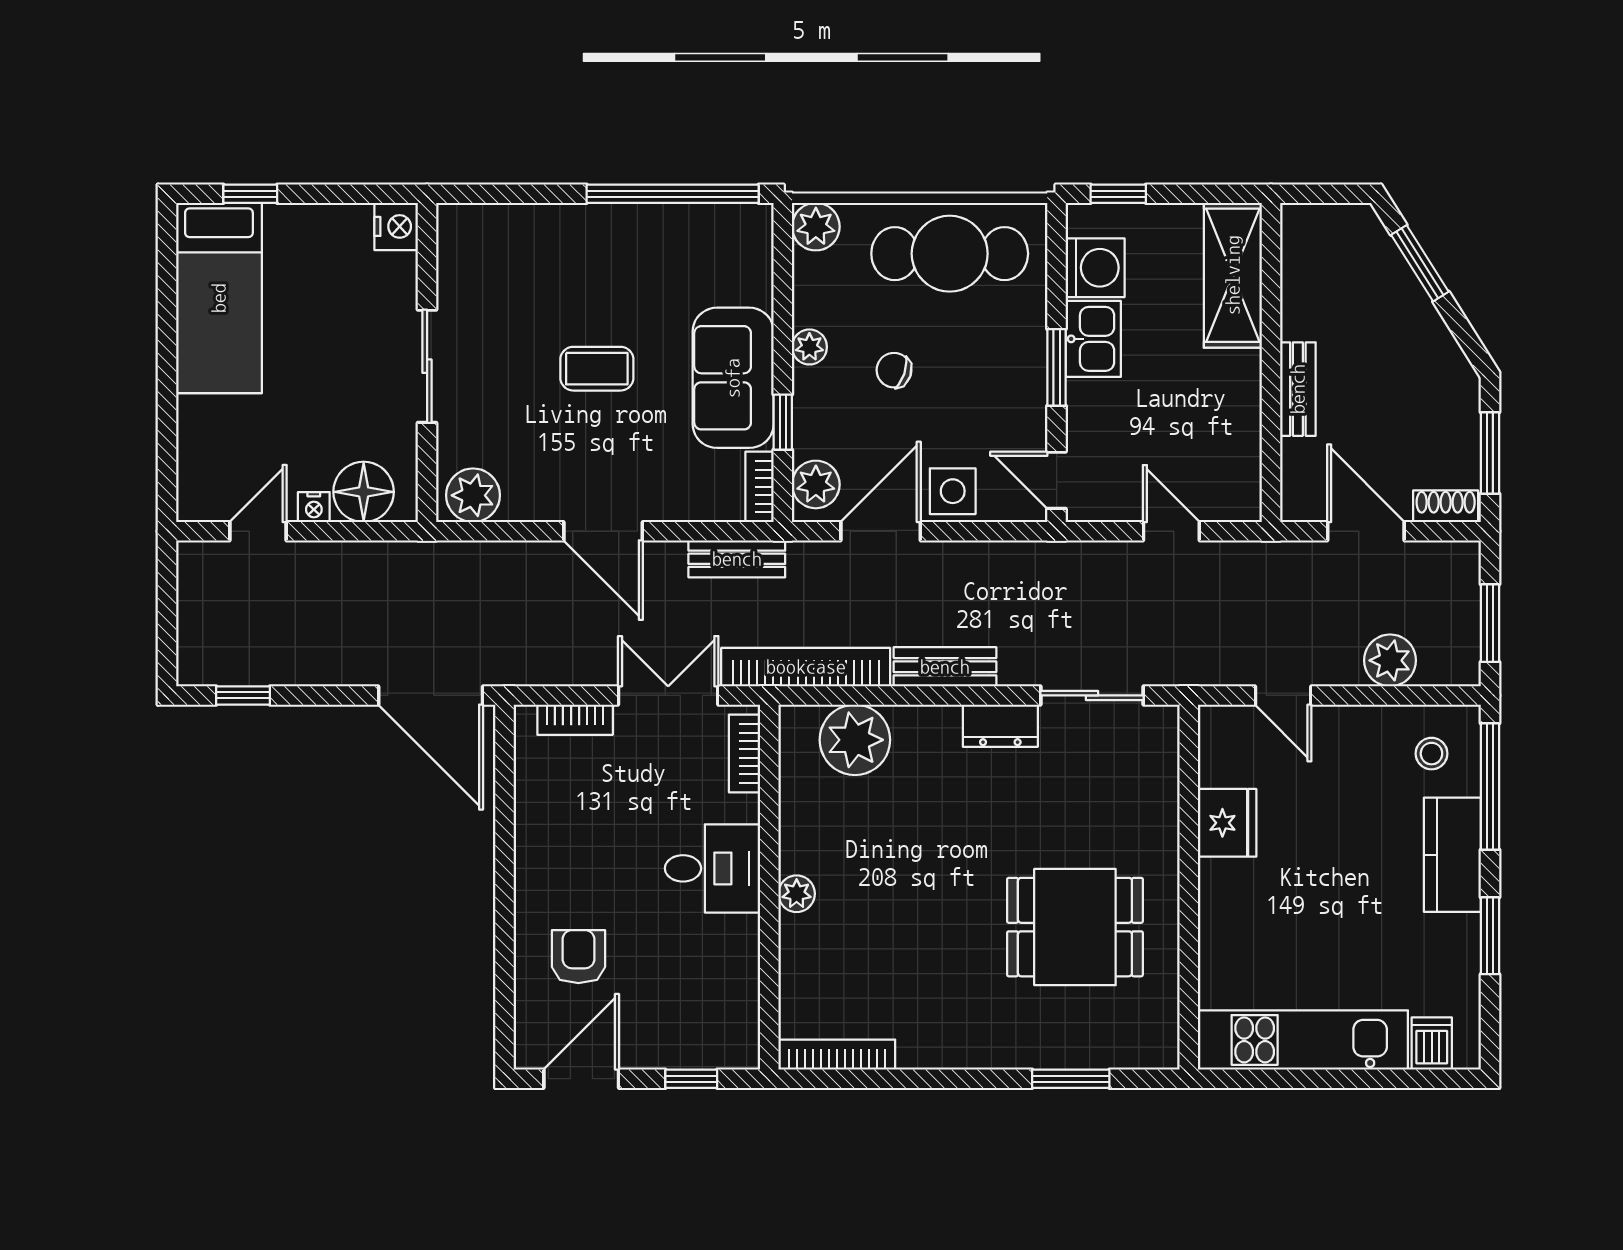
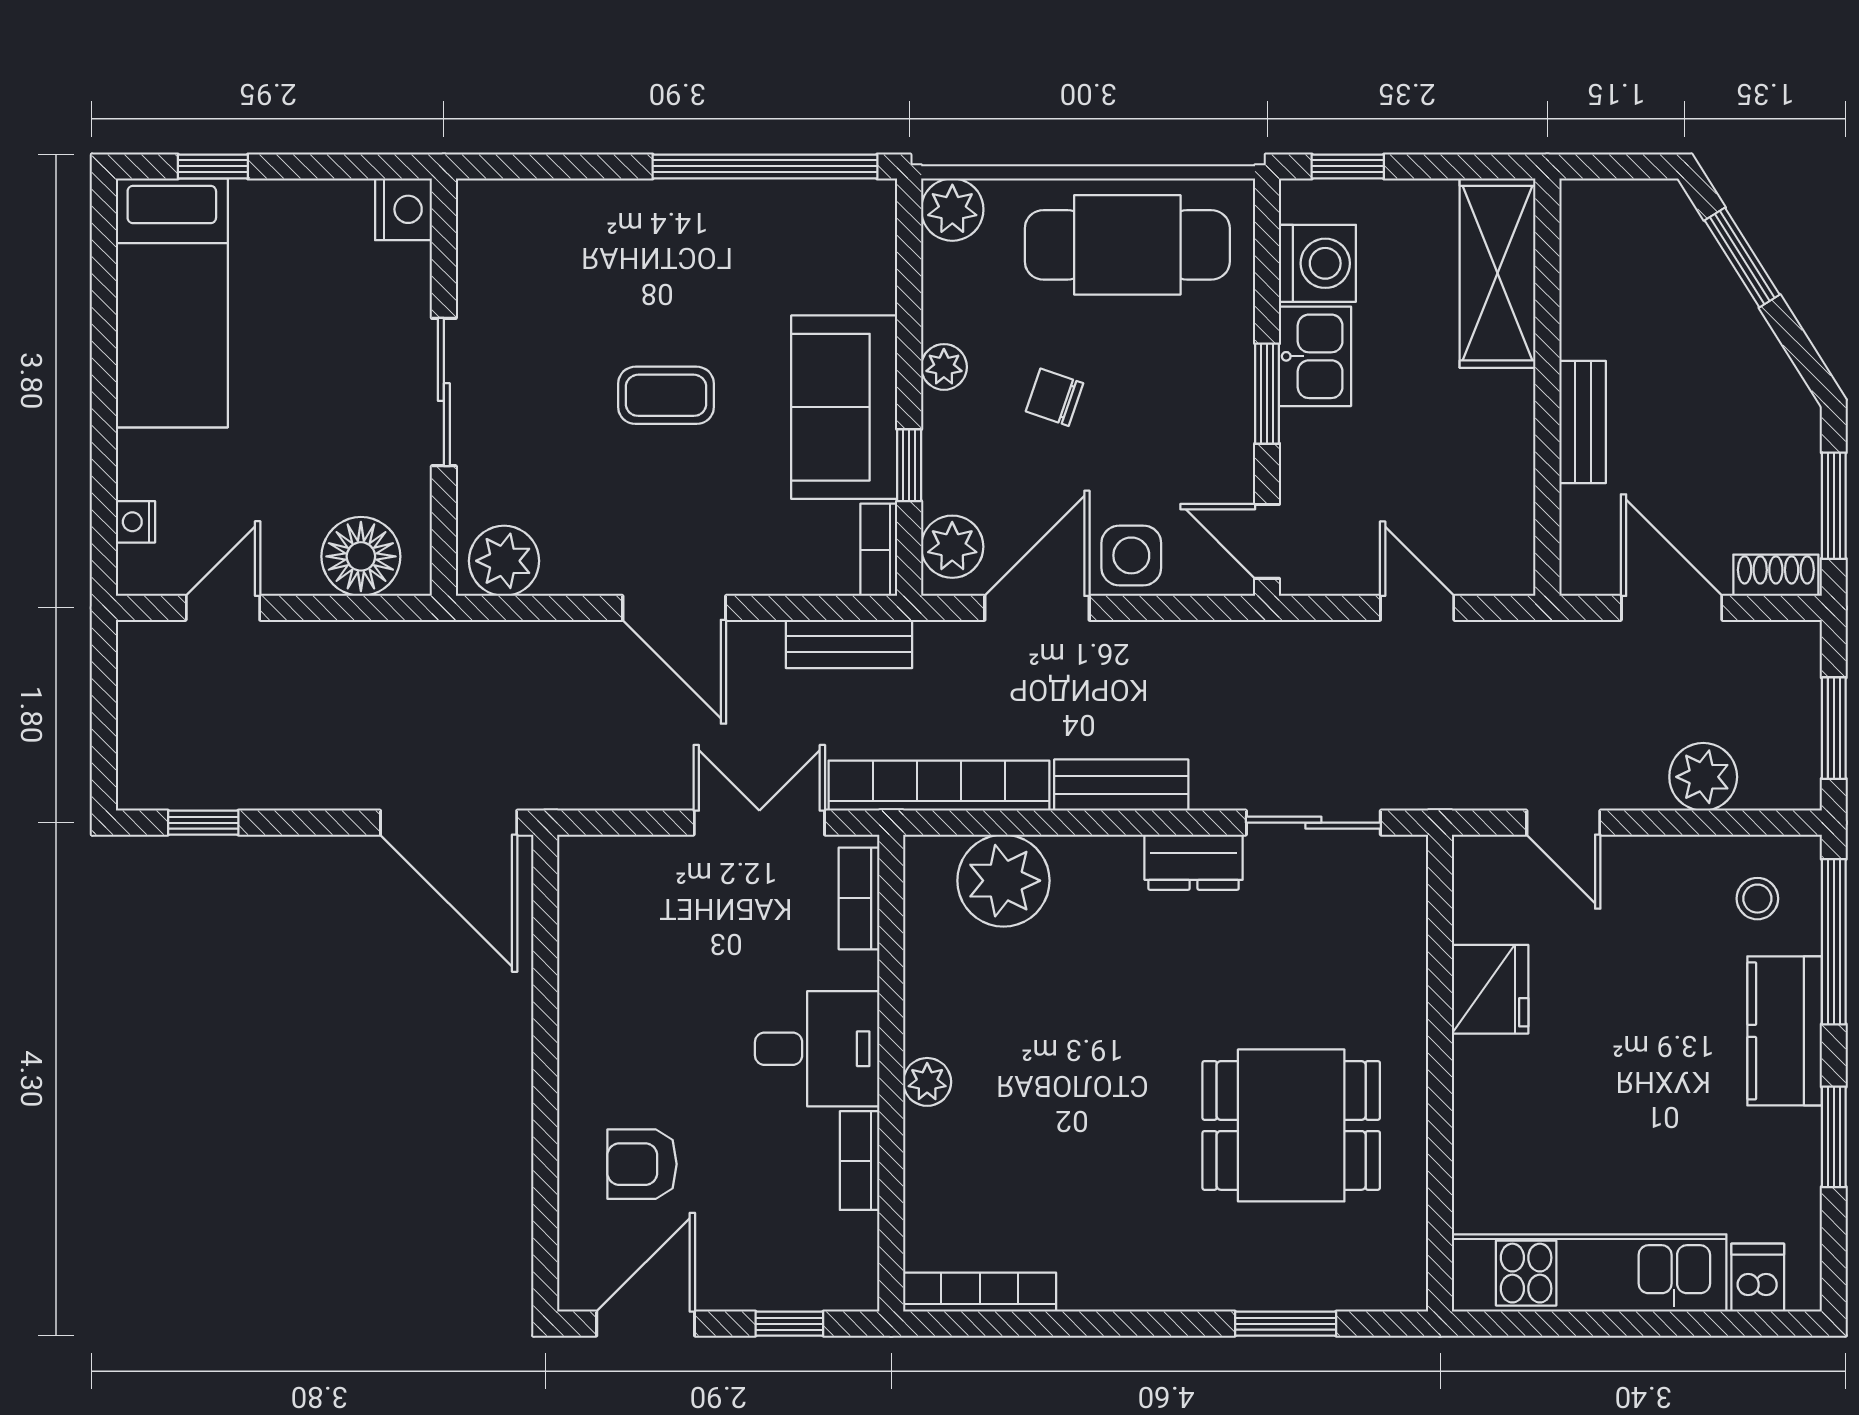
nightstand: (314, 507) -> (135, 522), moved, turned 90
bookcase: (575, 720) -> (860, 1161), moved, turned 90
armchair: (578, 957) -> (642, 1164), turned -90

